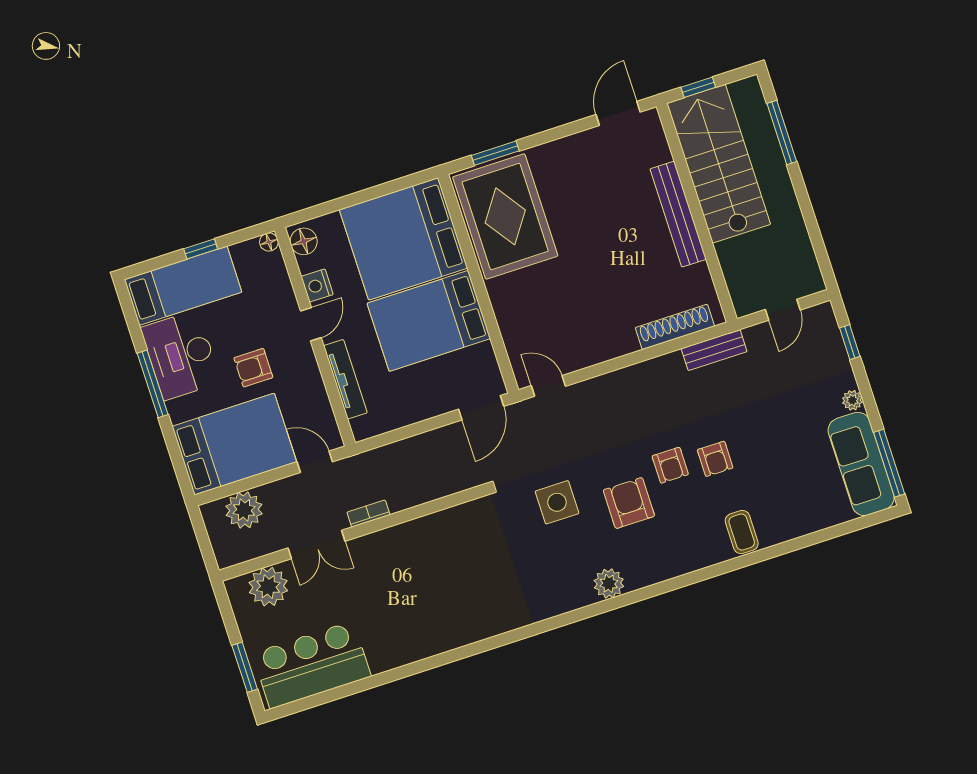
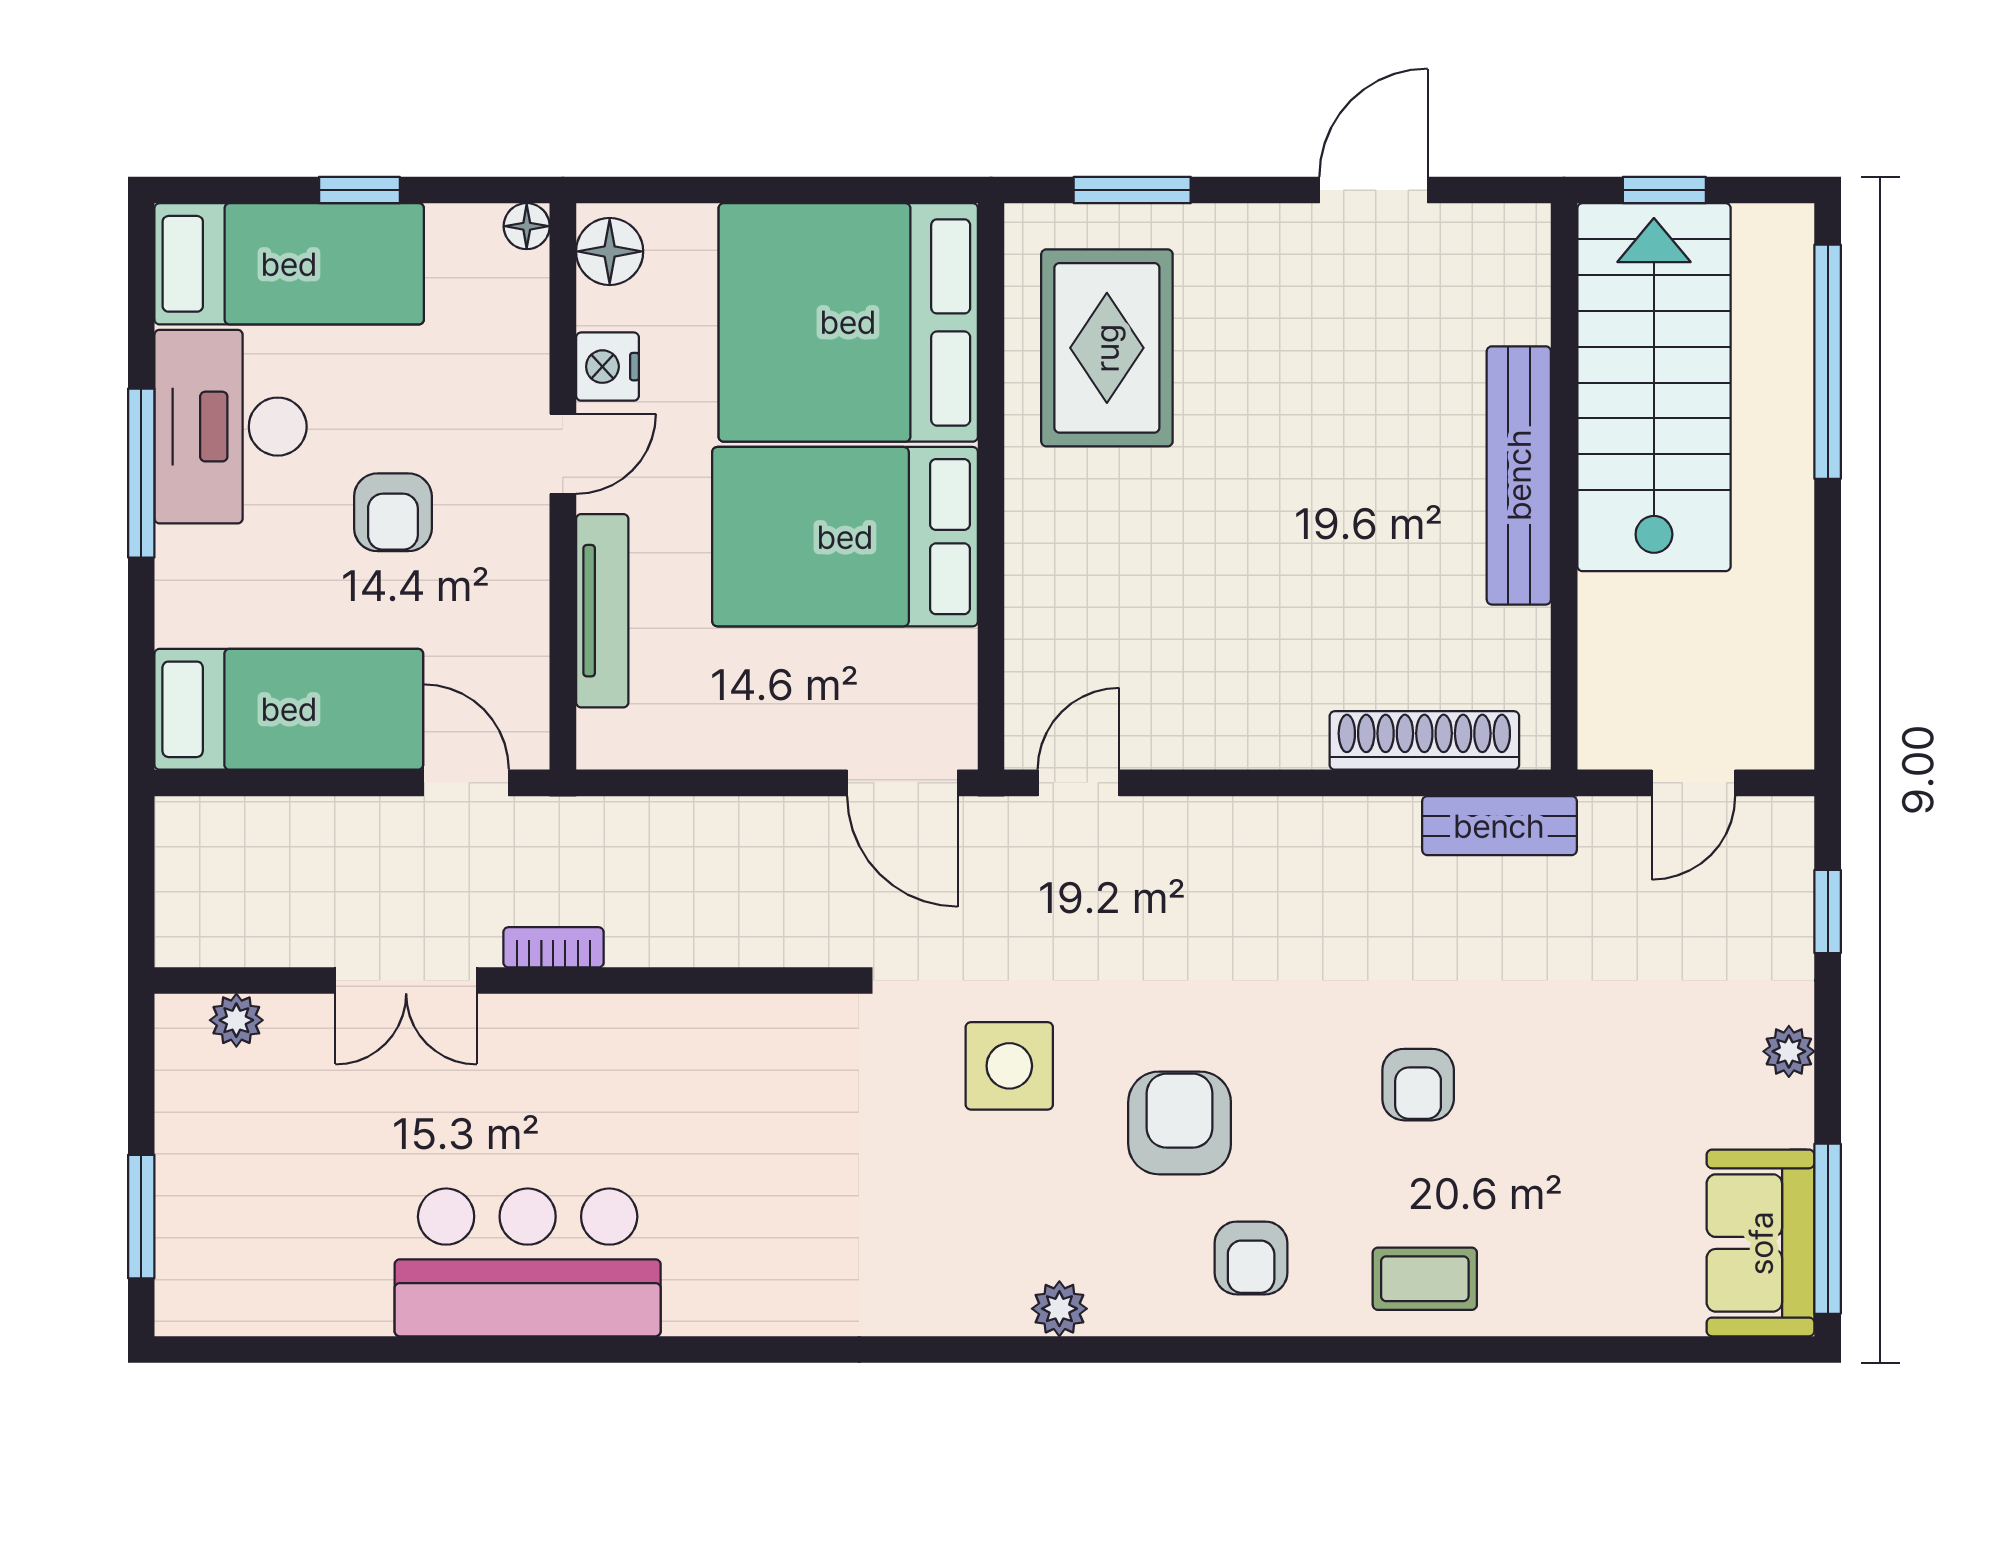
door: (618, 113) -> (1373, 190), moved
window: (782, 133) -> (1828, 362), width x1.46
rug: (505, 216) -> (1107, 348), width x0.73, depth x0.69
armchair: (253, 368) -> (393, 512), turned -90
door: (548, 386) -> (1079, 783), hinge flipped
door: (481, 408) -> (902, 783), hinge flipped
bed: (234, 444) -> (289, 709), width x0.67
sofa: (861, 464) -> (1761, 1243), width x0.73
armchair: (670, 465) -> (1251, 1258), moved
plant: (244, 510) -> (261, 843), removed
coffee table: (742, 532) -> (1425, 1279), turned 90
plant: (609, 583) -> (1059, 1309), width x0.73, depth x0.73
plant: (268, 587) -> (236, 1020), width x0.53, depth x0.53
bar counter: (312, 665) -> (528, 1262), moved

